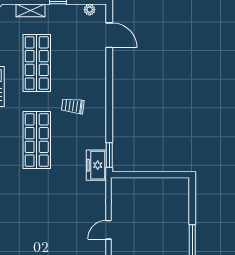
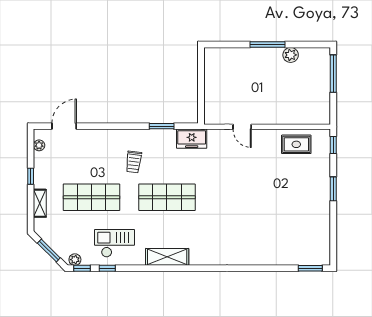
window: (109, 155) -> (162, 126), moved
door: (108, 230) -> (242, 127), moved

